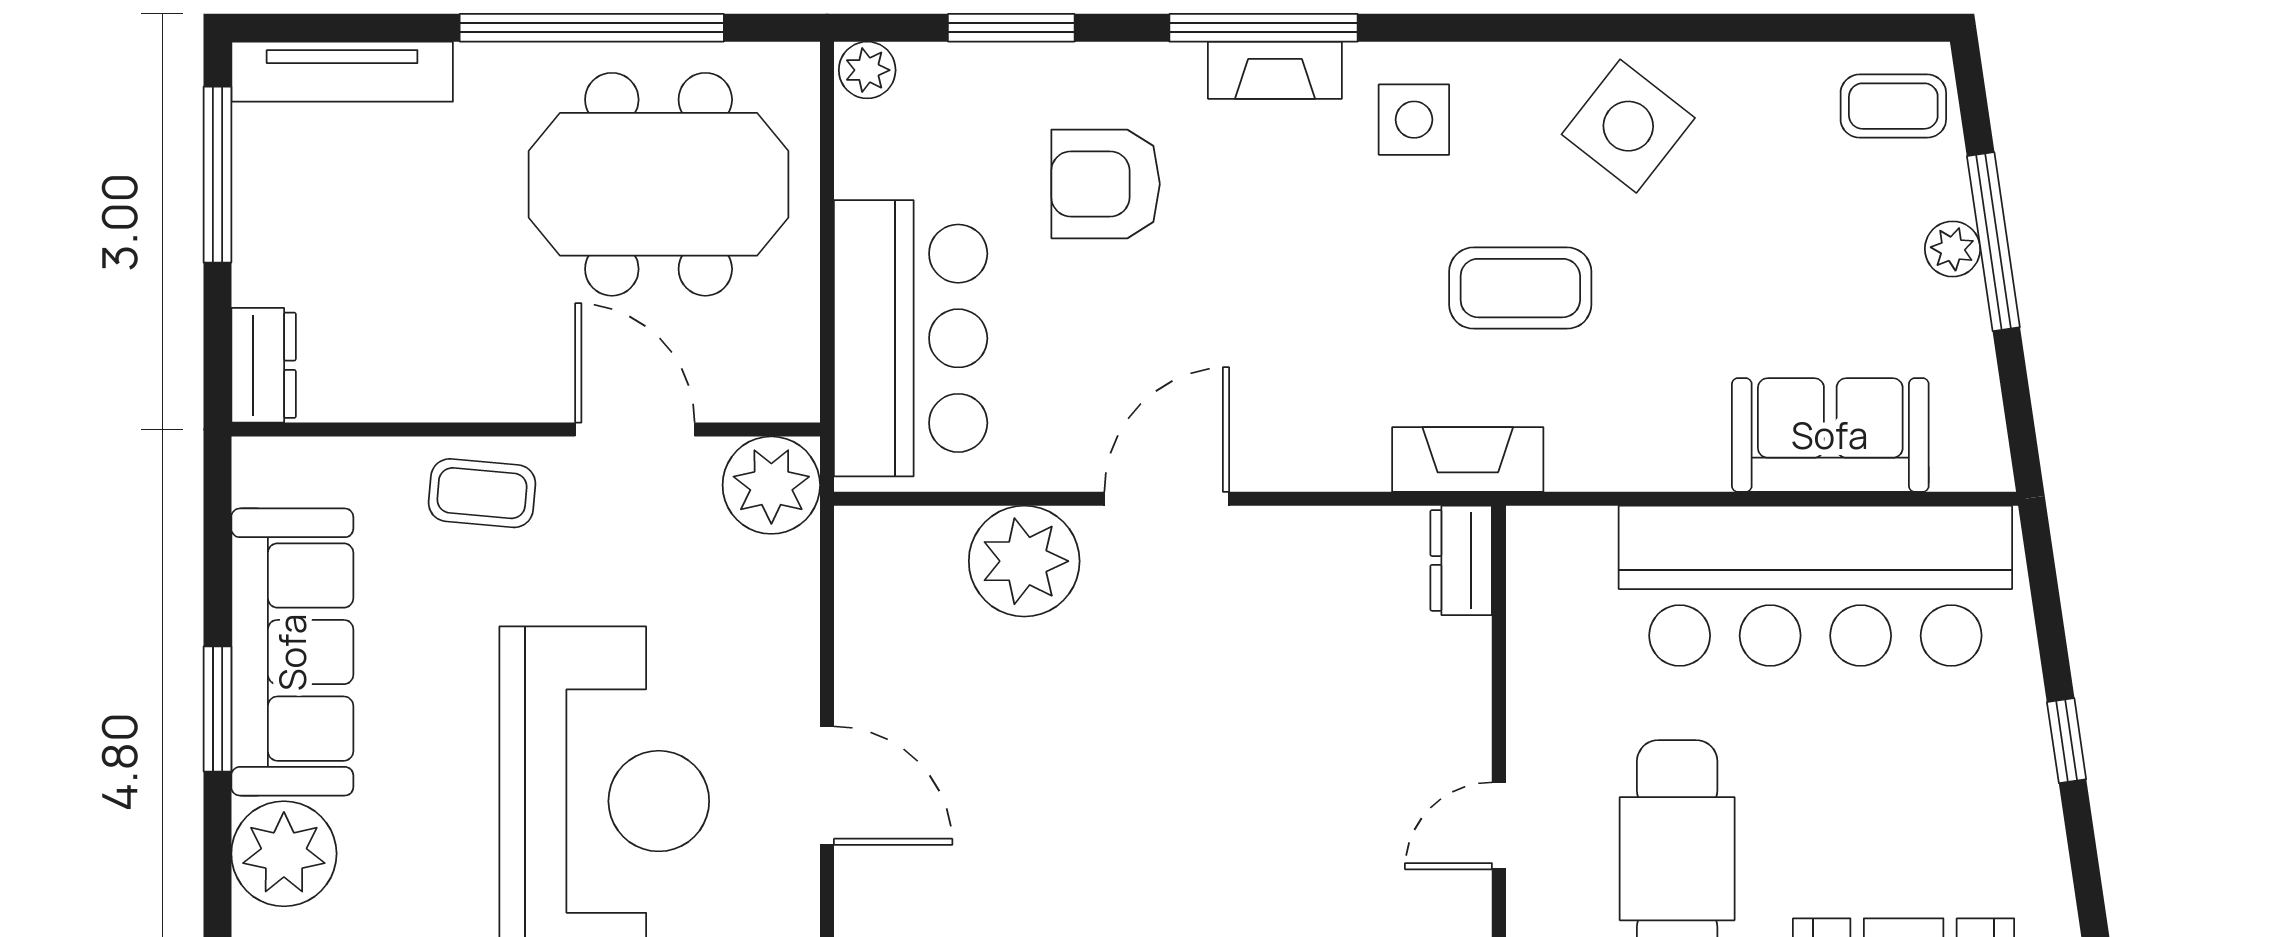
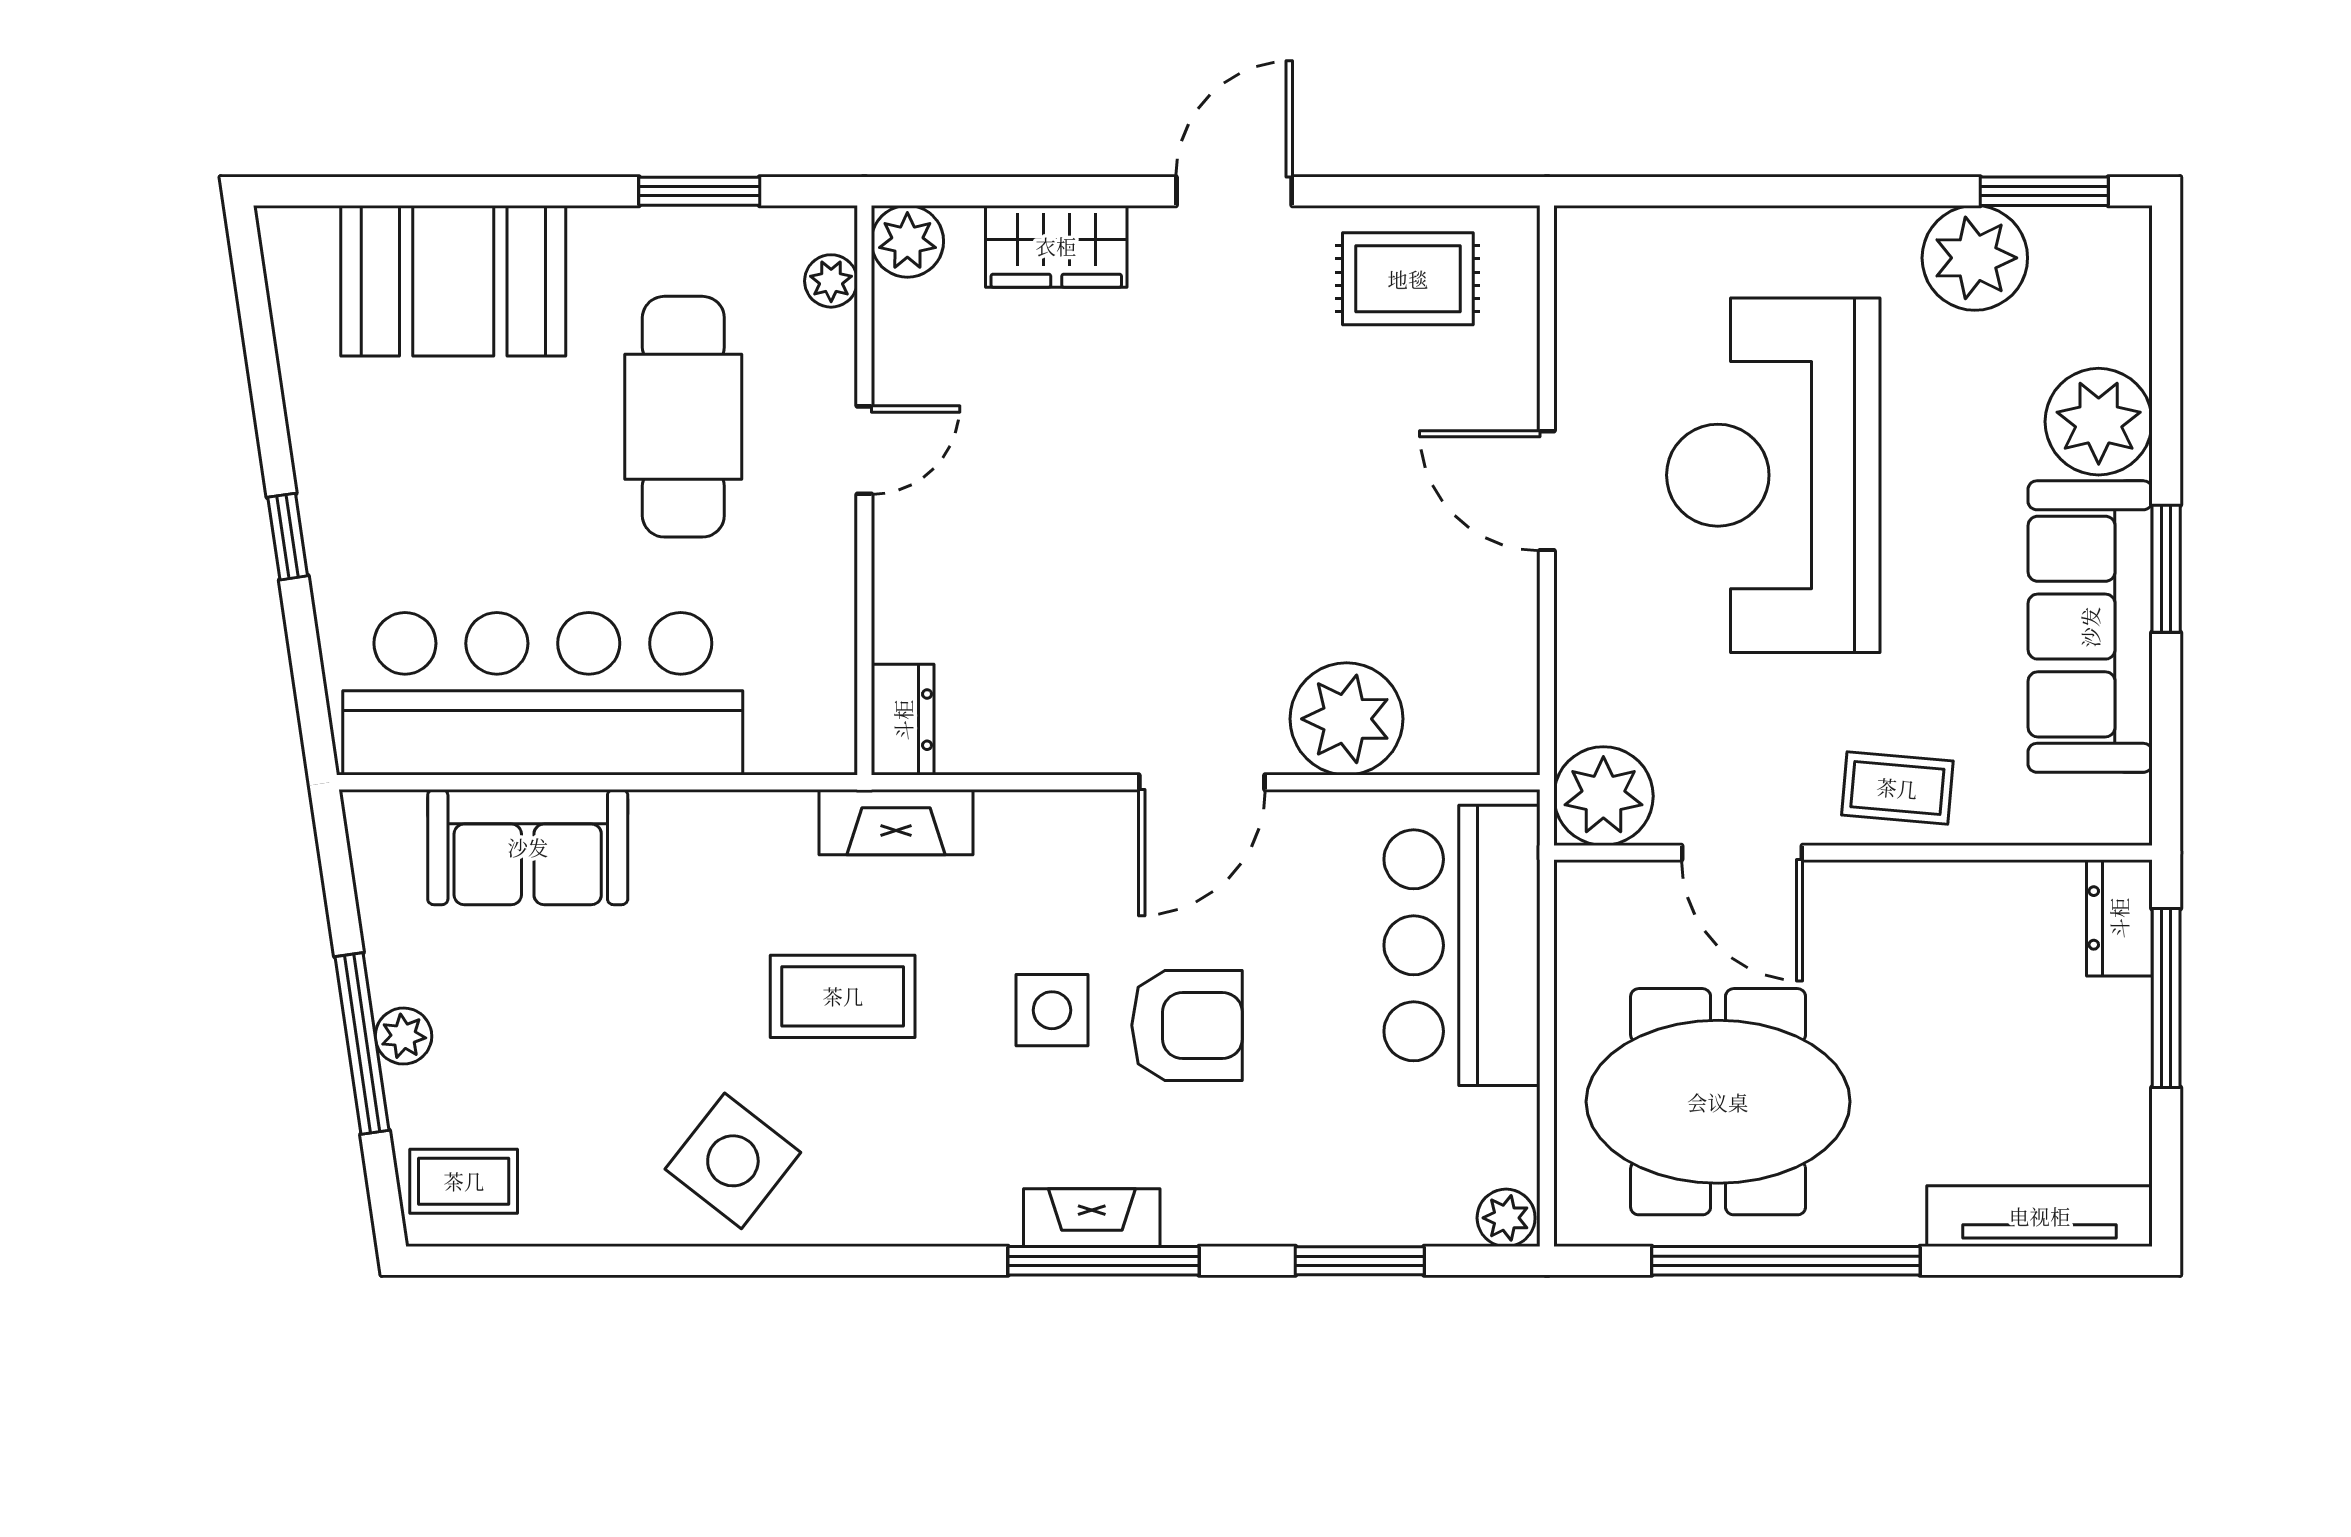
side table: (1414, 120) -> (1052, 1010), moved
window: (217, 175) -> (2166, 998), moved
armchair: (1106, 184) -> (1187, 1025), moved

